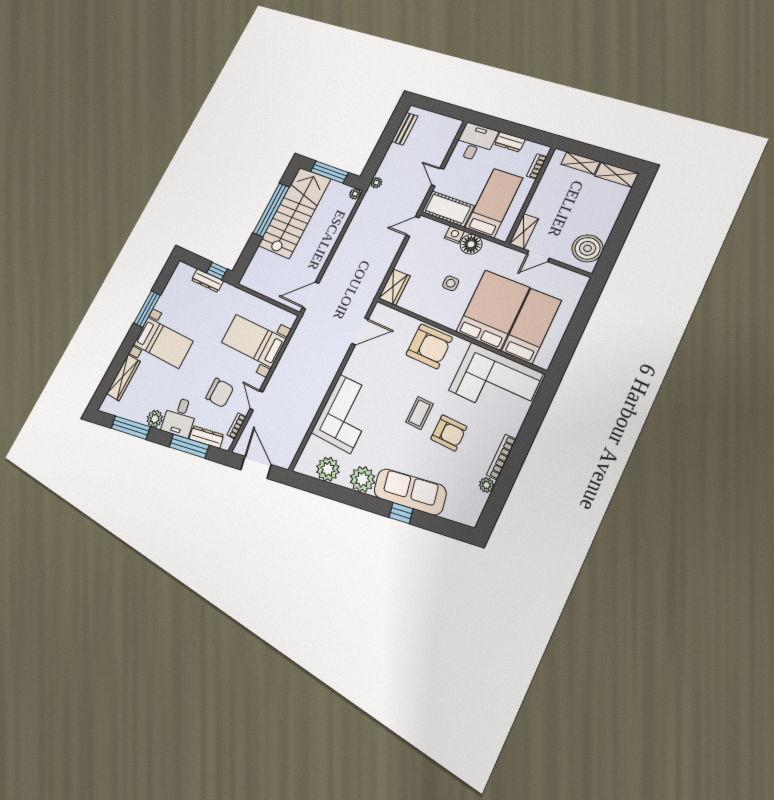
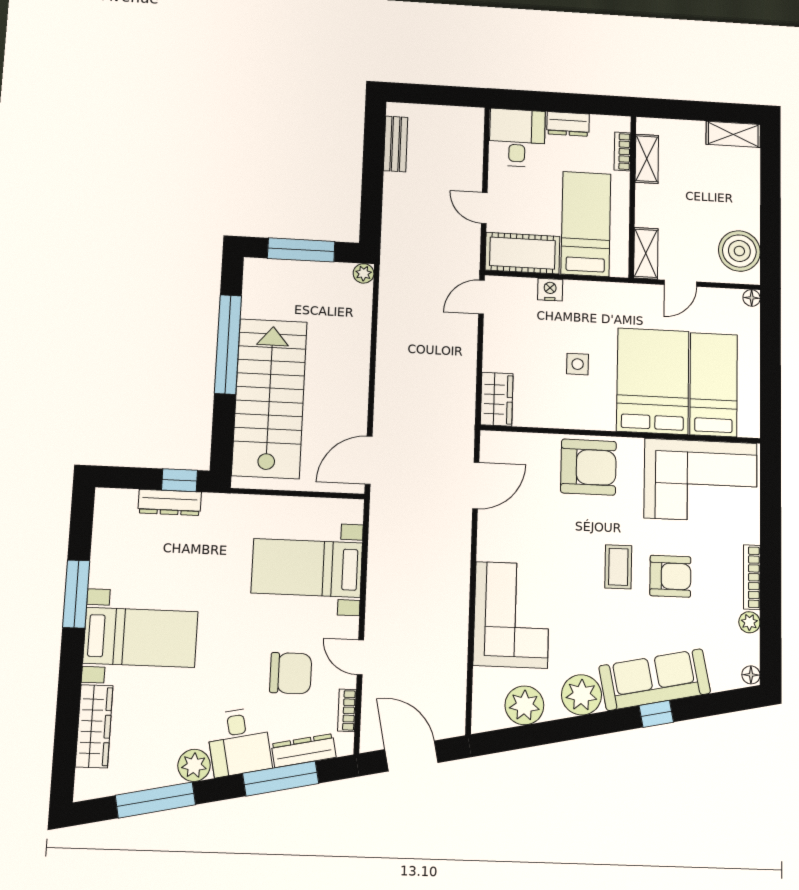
shelving: (580, 163) -> (647, 159), moved, turned 90
plant: (376, 183) -> (390, 245), removed
stairs: (295, 212) -> (270, 398), moved
floor lamp: (471, 244) -> (752, 298), moved, width x0.53, depth x0.53
floor lamp: (472, 519) -> (751, 675), added

